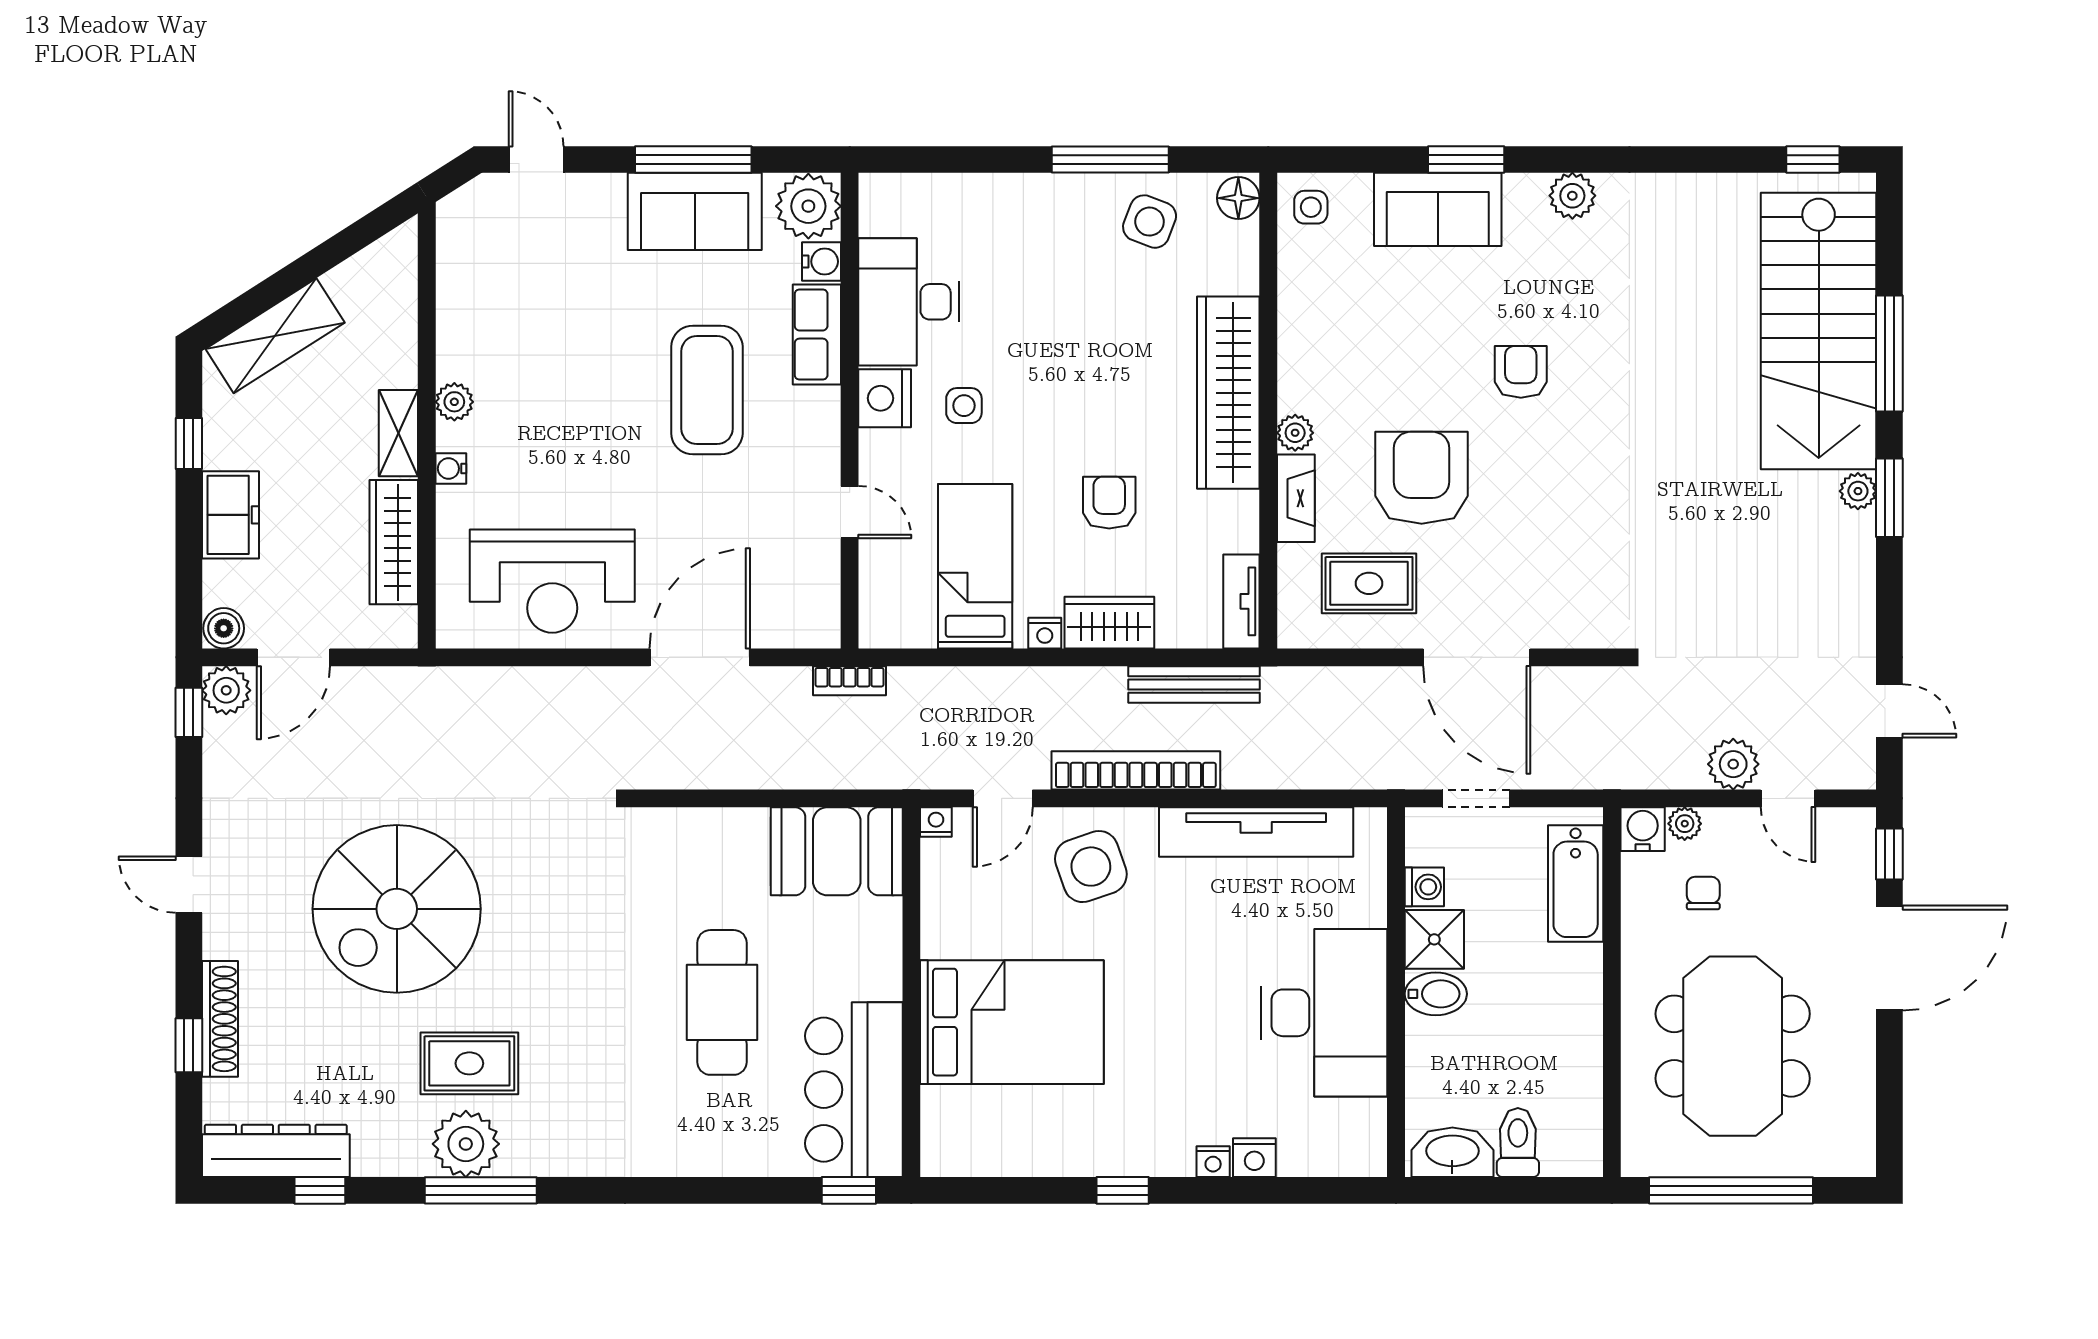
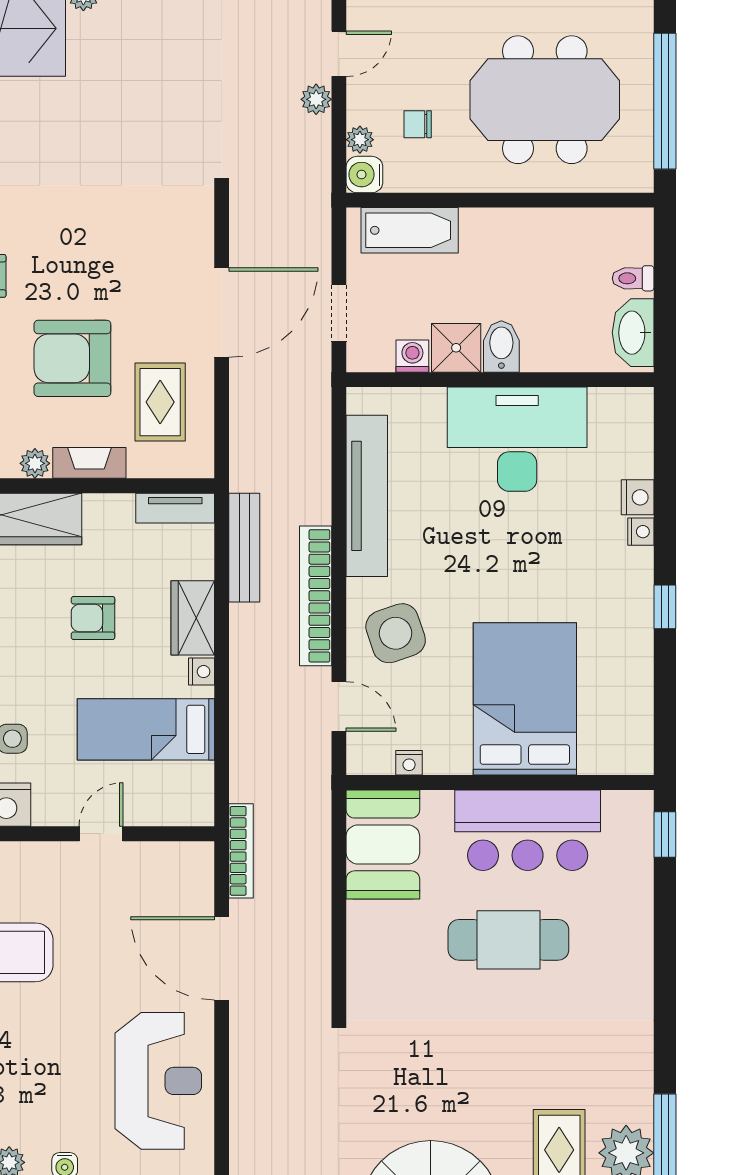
bookcase: (850, 681) -> (241, 851), width x1.56
plant: (1733, 764) -> (316, 99), width x0.73, depth x0.73
nightstand: (936, 822) -> (409, 763), moved, turned -90
bar counter: (854, 1090) -> (528, 830), moved
toilet: (1518, 1143) -> (633, 278), width x0.73, depth x0.72

